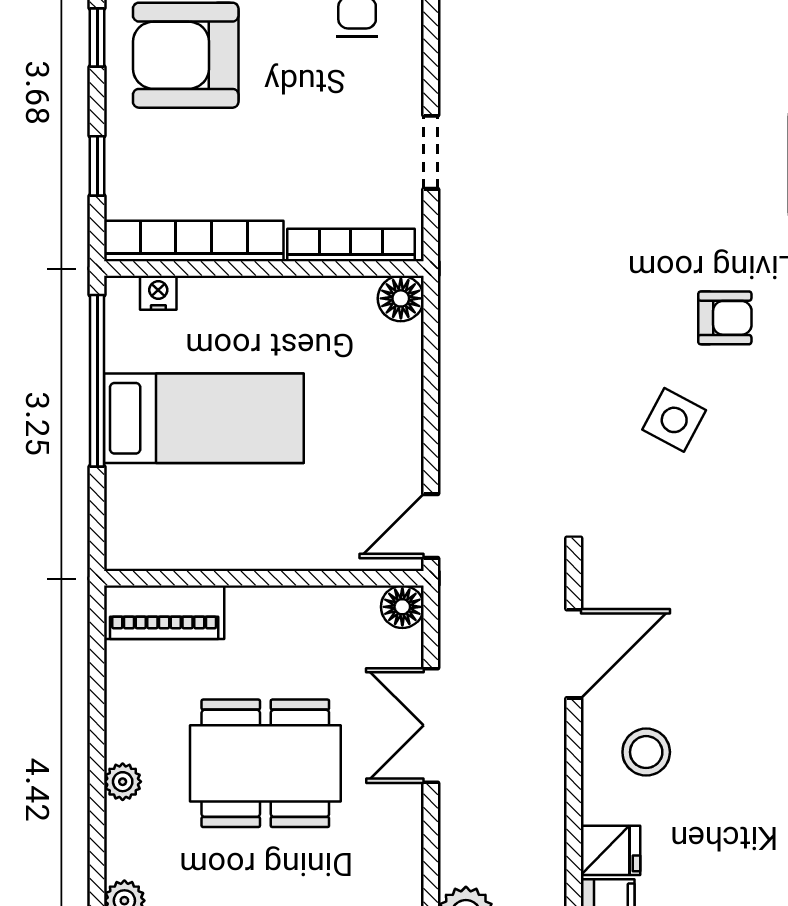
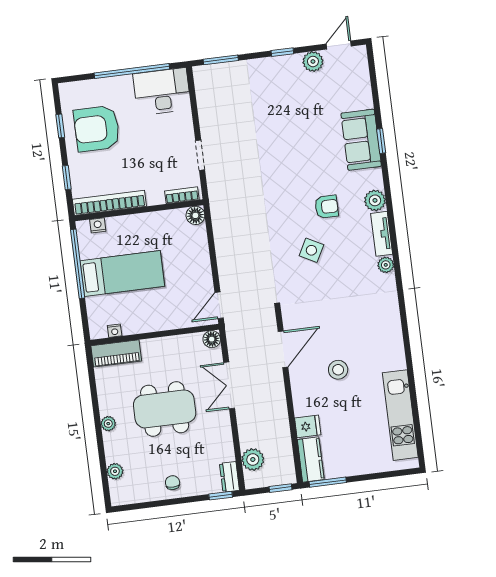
bookcase: (351, 245) -> (182, 195), width x0.64
nightstand: (167, 556) -> (115, 331), added
stool: (646, 752) -> (338, 370), moved

